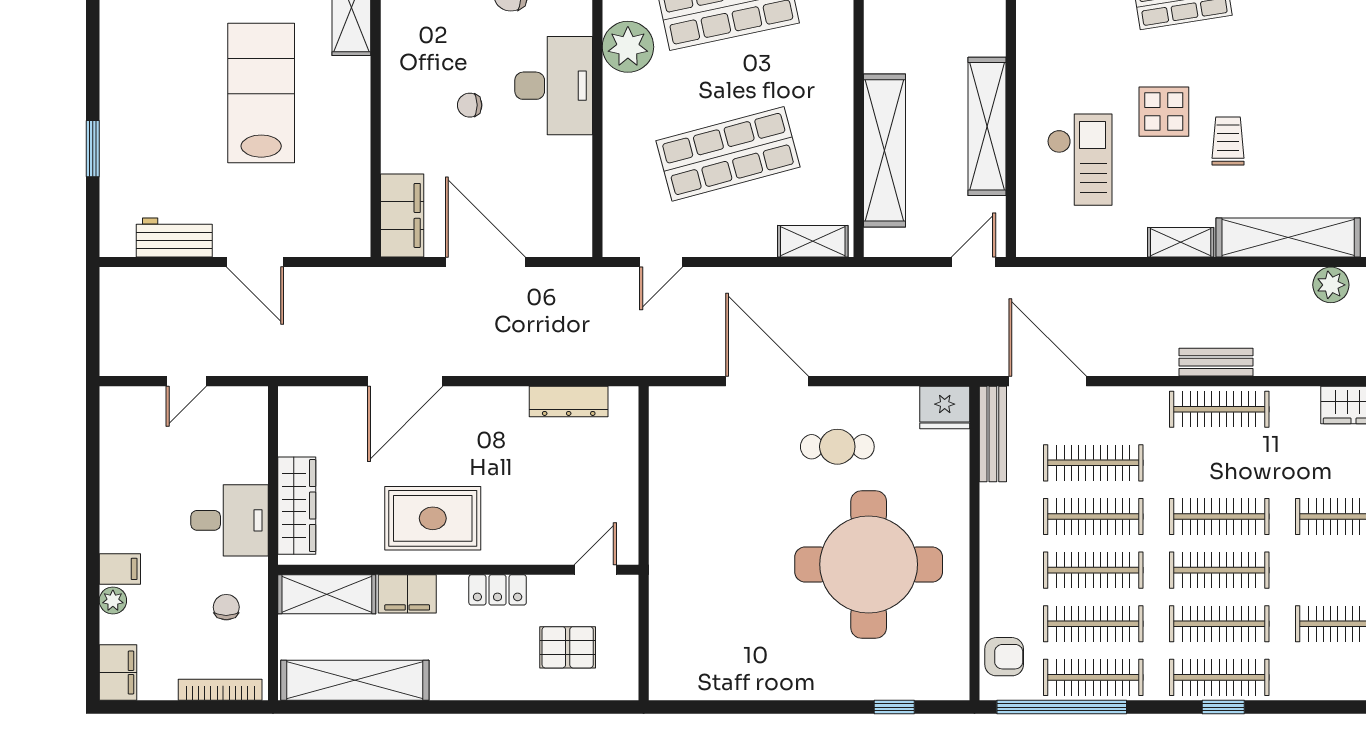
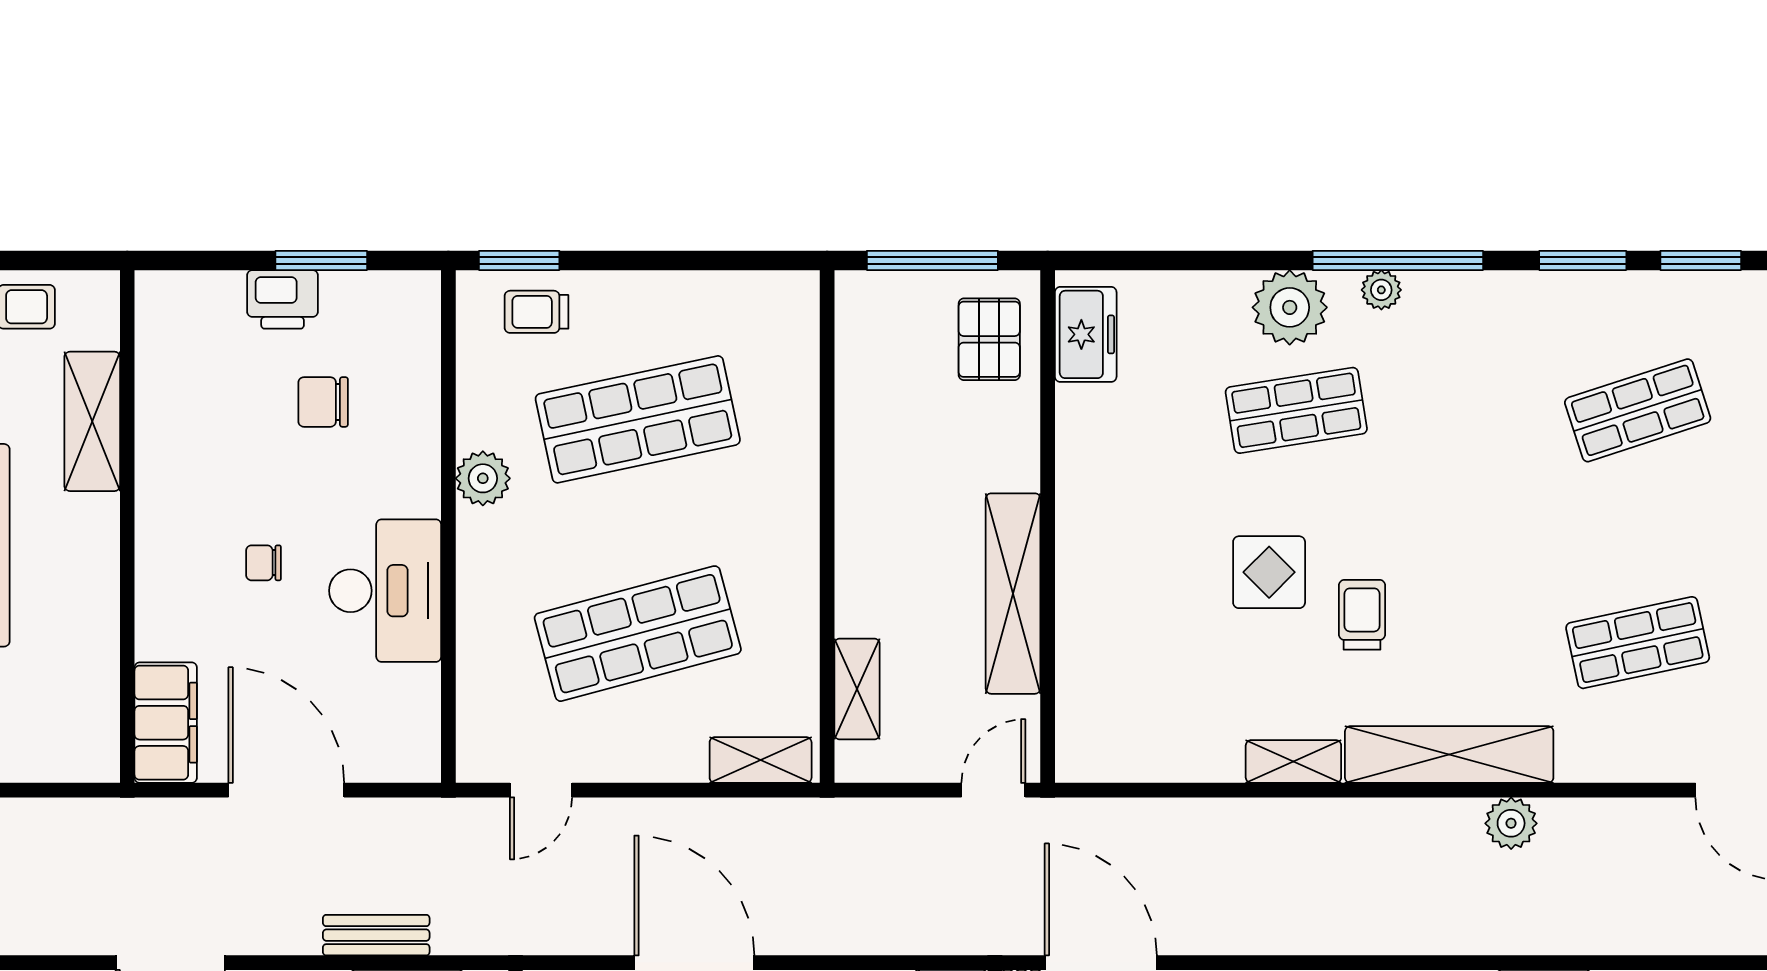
plant: (628, 47) -> (483, 478), width x0.73, depth x0.73
desk: (554, 86) -> (385, 591), moved
shelving: (885, 150) -> (857, 689), width x0.45, depth x0.75
checkout: (1080, 160) -> (1147, 642), removed
bench: (1216, 362) -> (376, 935), moved

